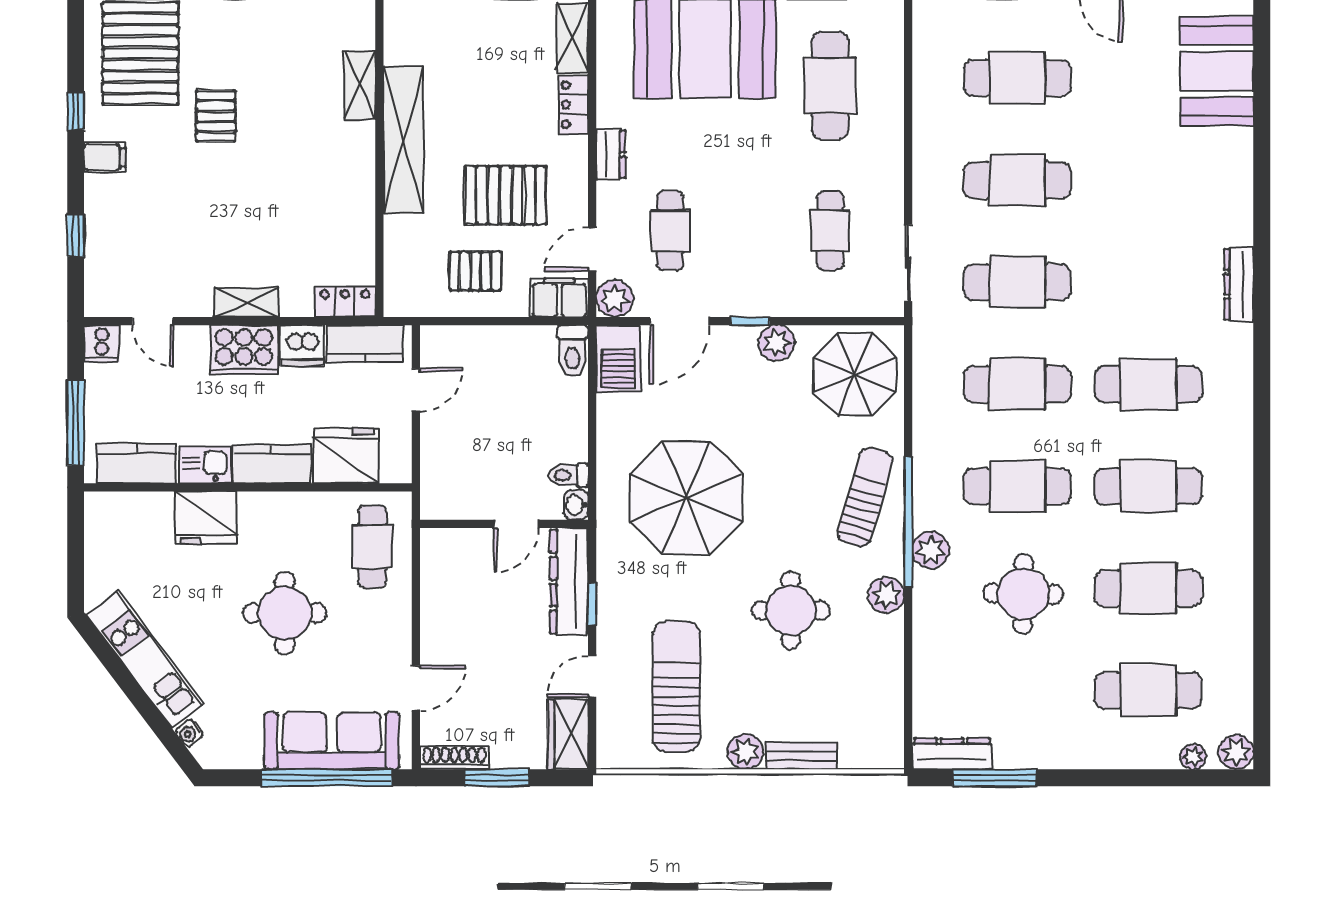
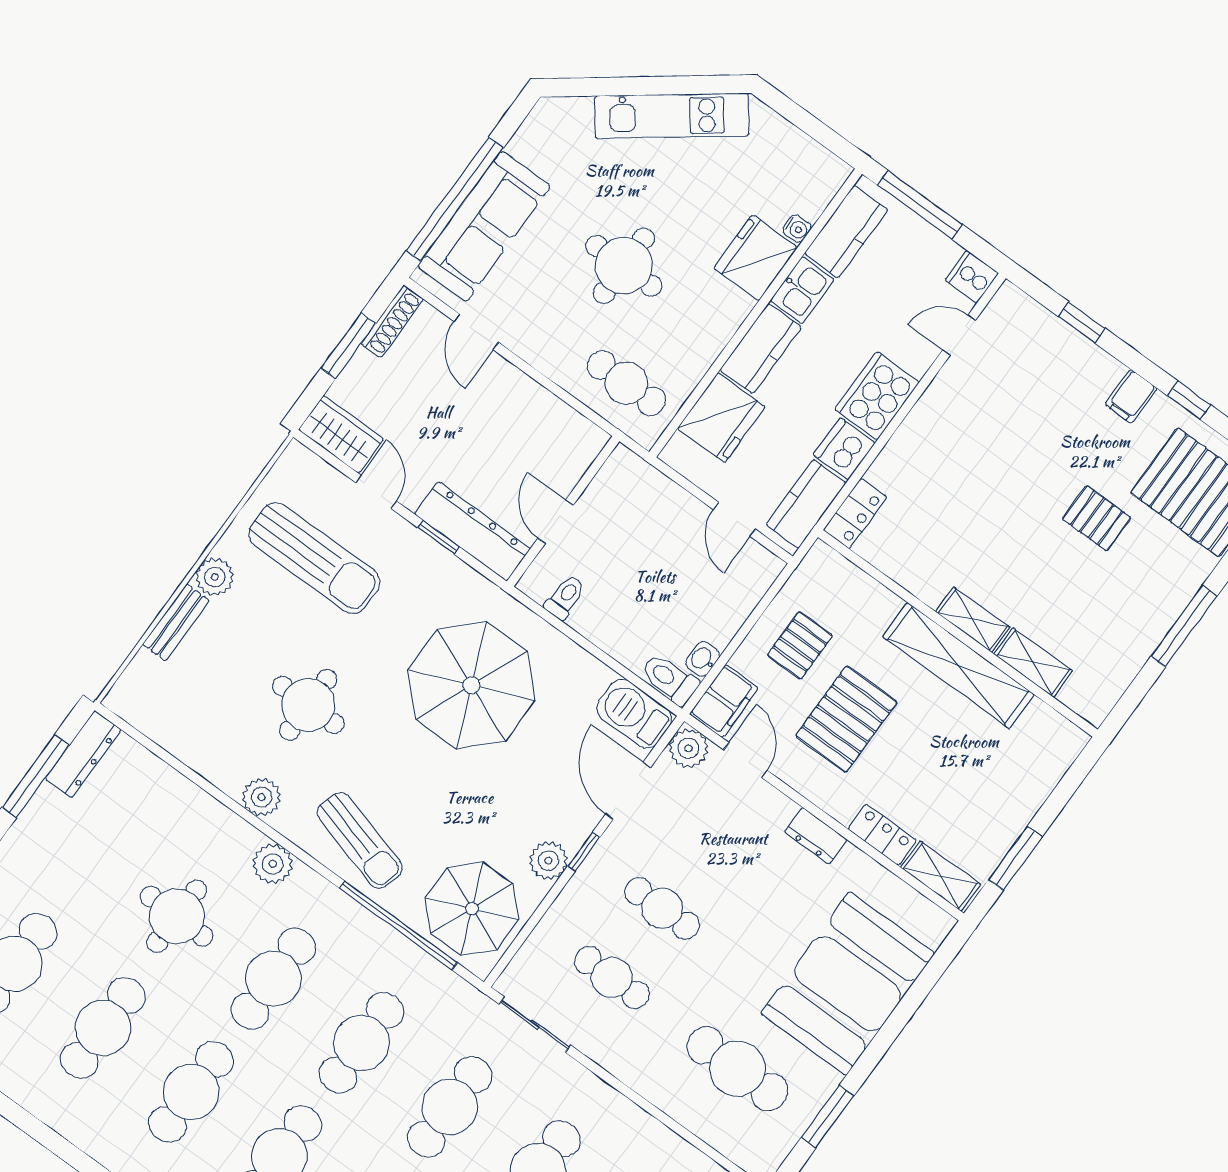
cafe table: (670, 231) -> (662, 908), moved
shelving: (246, 302) -> (973, 620), moved, turned 90
washbasin: (576, 505) -> (703, 659), moved, turned -90
window: (908, 522) -> (398, 925), moved
water cooler: (189, 733) -> (797, 229), moved, turned 127

